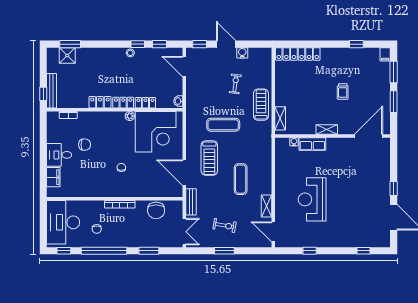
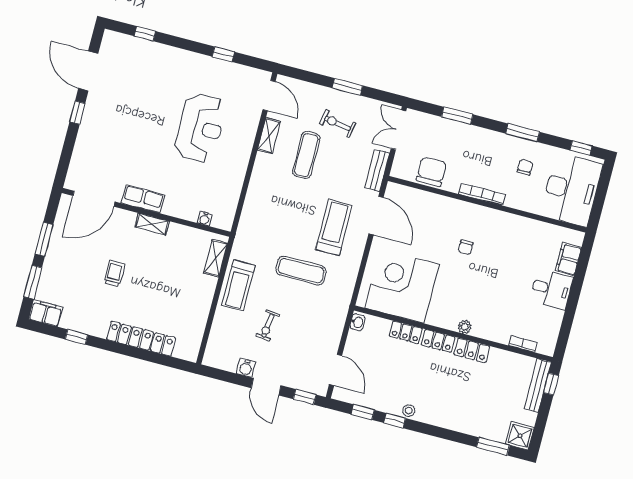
locker: (298, 54) -> (141, 339), moved
filing cabinet: (385, 54) -> (46, 313), width x2.00
shower: (67, 55) -> (520, 436), moved
plant: (130, 116) -> (465, 327), moved
row of seats: (312, 144) -> (143, 199), moved
chair: (85, 145) -> (510, 295), removed
exercise mat: (241, 179) -> (306, 155), moved
window: (104, 251) -> (523, 133), width x0.47

